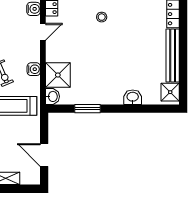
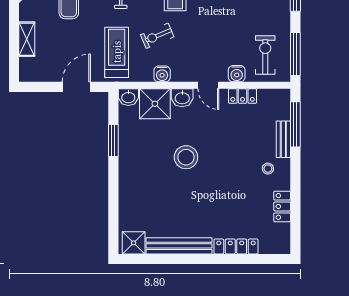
stool: (102, 17) -> (186, 157), moved, width x1.89, depth x1.89
washbasin: (133, 97) -> (182, 98), moved, turned 90
door: (44, 155) -> (76, 87), moved

